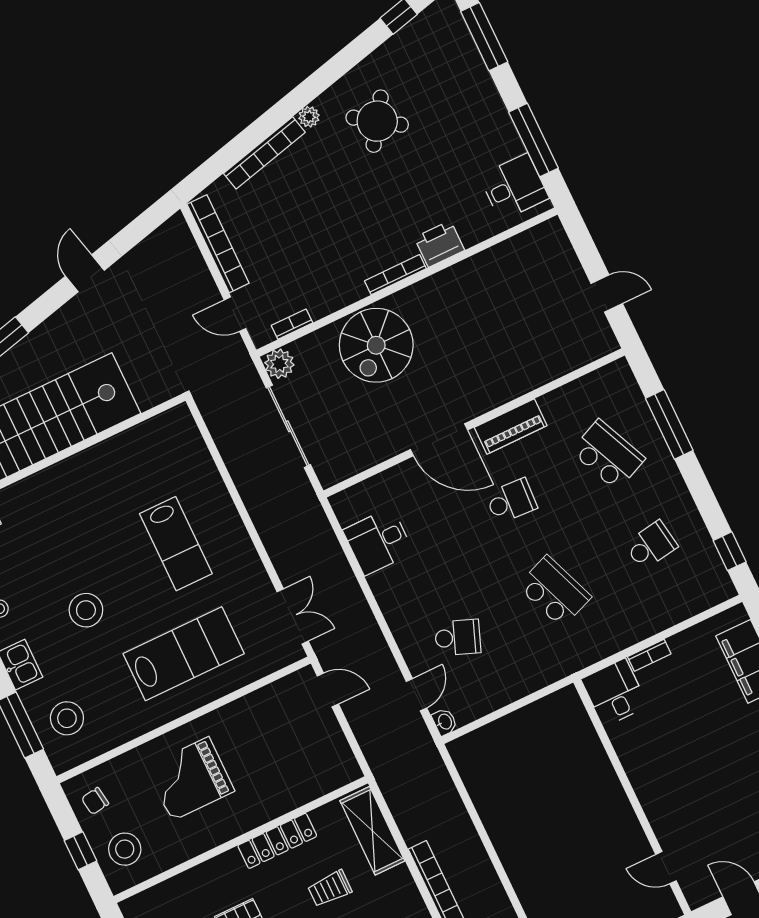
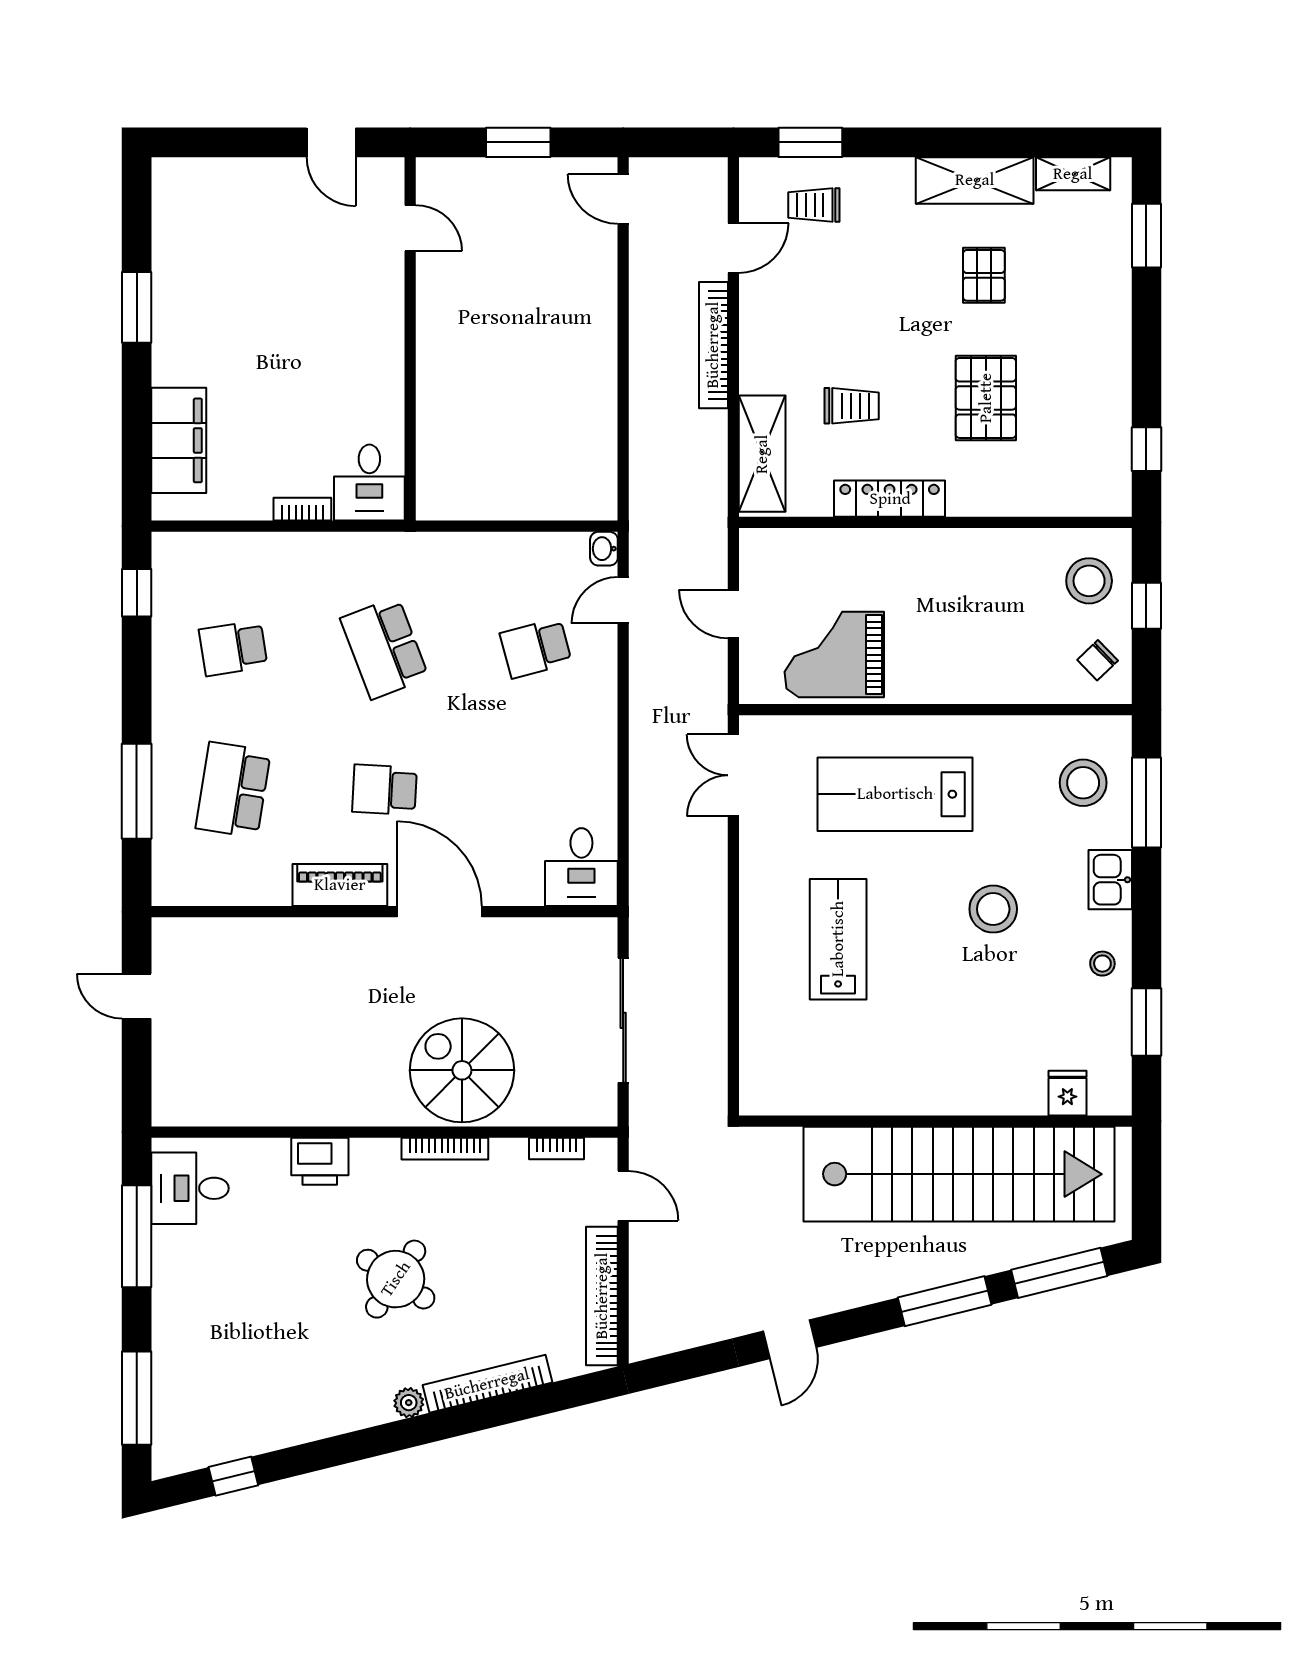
round table: (377, 121) -> (396, 1279), moved
bookcase: (395, 275) -> (445, 1149), moved
spiral stairs: (376, 345) -> (462, 1070), turned -90
plant: (279, 364) -> (597, 1106), removed
school desk: (608, 455) -> (233, 790), turned 33
desk: (378, 541) -> (581, 867), moved, turned 90
school desk: (458, 638) -> (536, 648), turned -36
door: (328, 690) -> (733, 614), moved
grand piano: (190, 779) -> (834, 655), moved, turned 180
chair: (95, 801) -> (1098, 660), turned 144

